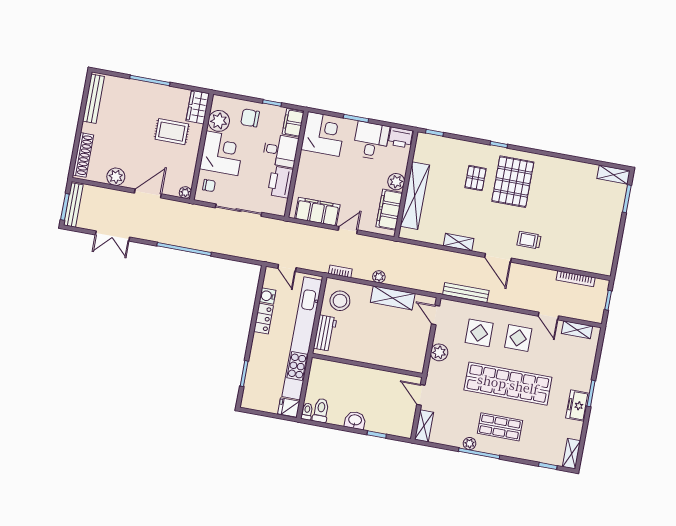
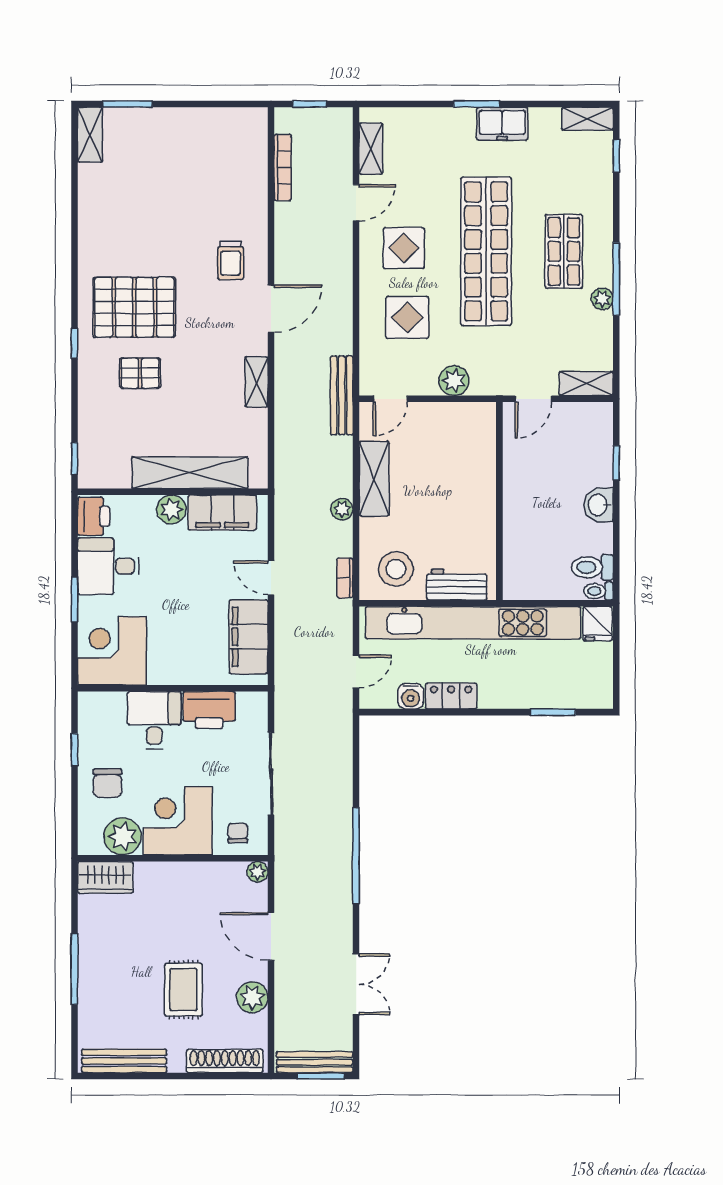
filing cabinet: (293, 123) -> (102, 707), removed
rug: (172, 132) -> (183, 990), moved
bench: (466, 293) -> (342, 395), moved

